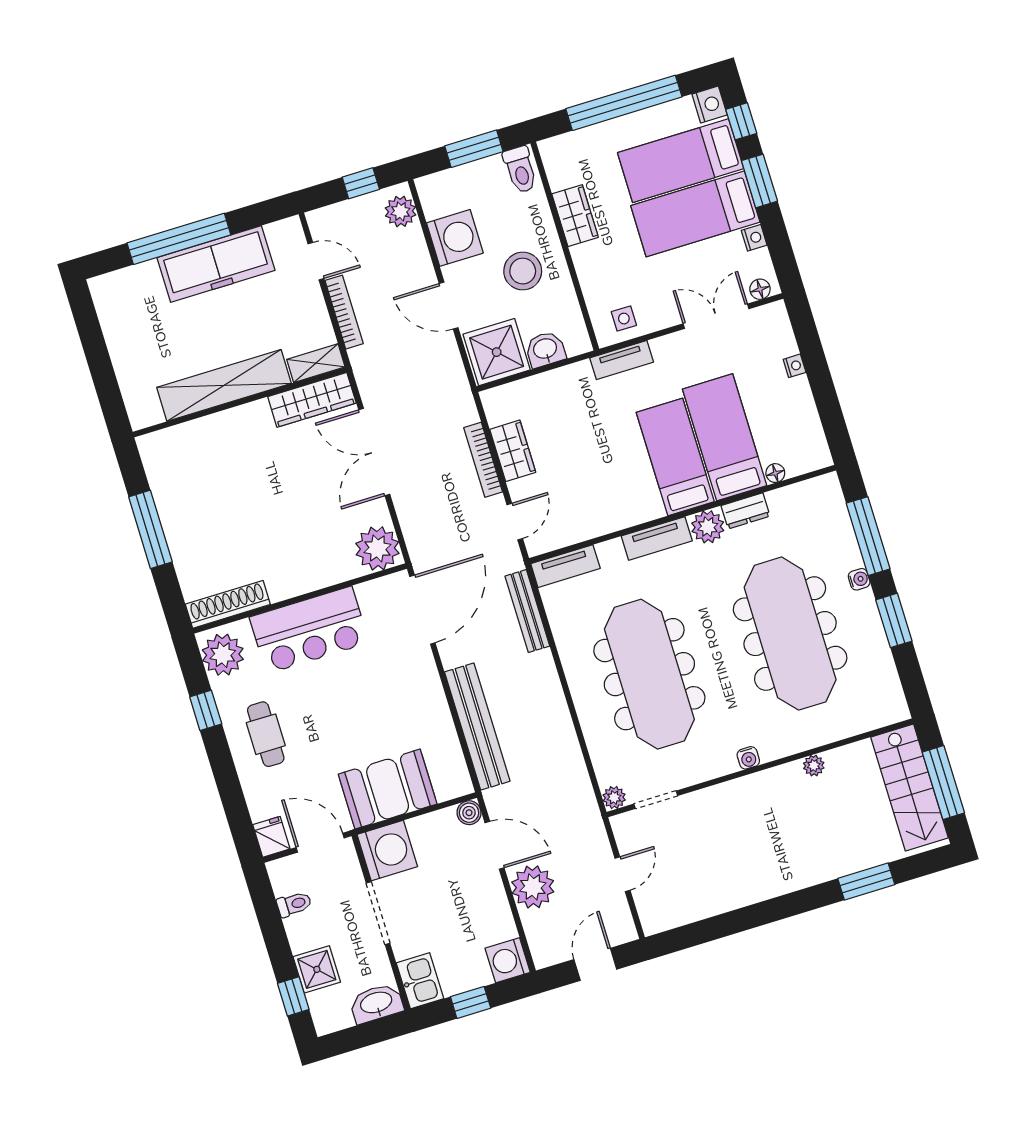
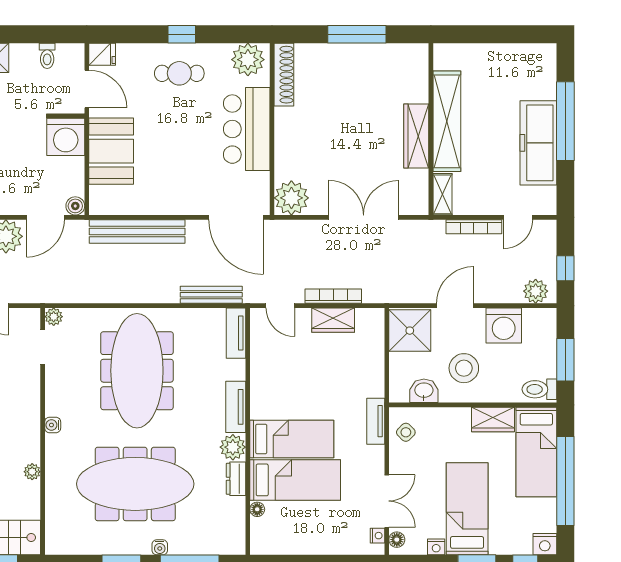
bed: (681, 161) -> (536, 452), moved, turned 180
side table: (624, 319) -> (406, 432), turned 45
washbasin: (545, 349) -> (424, 391), moved, turned -90
nightstand: (795, 366) -> (377, 536), moved, turned -90
wardrobe: (312, 400) -> (416, 136), moved
meeting table: (649, 674) -> (137, 371), turned 90
window: (206, 710) -> (182, 34), moved
door: (320, 843) -> (87, 89), hinge flipped

